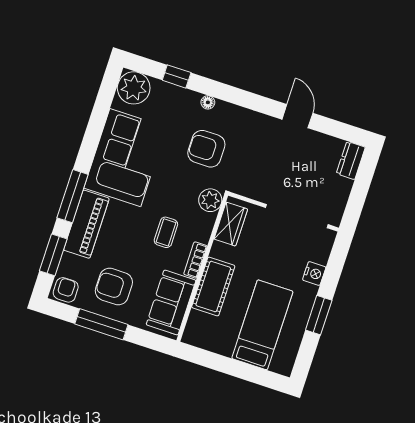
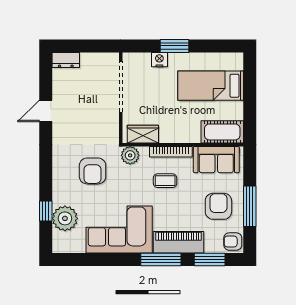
plant: (134, 88) -> (65, 218), moved
floor lamp: (208, 102) -> (57, 181), removed
bookcase: (195, 260) -> (171, 152), width x1.56
armchair: (114, 287) -> (218, 206), turned 180
cot: (213, 287) -> (222, 132), moved
window: (319, 315) -> (175, 46), moved

